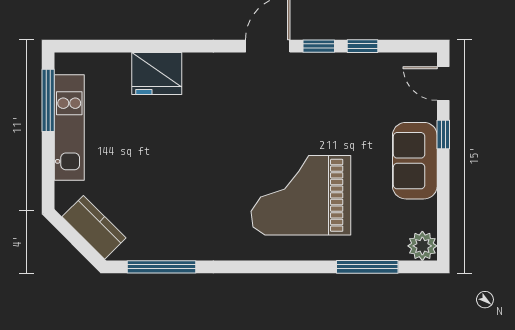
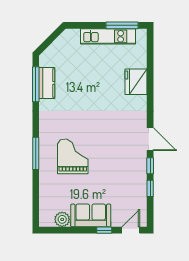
grand piano: (301, 195) -> (73, 156), width x0.73, depth x0.68
kitchen counter: (94, 227) -> (47, 83), moved, turned -45
plant: (422, 246) -> (62, 219), moved
window: (367, 267) -> (36, 153), moved

